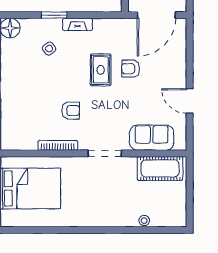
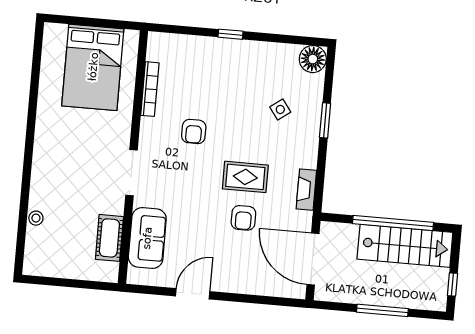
fireplace: (78, 24) -> (306, 190), moved
armchair: (131, 69) -> (243, 218), turned 180
bookcase: (58, 145) -> (150, 89), moved
cot: (160, 168) -> (109, 238), width x0.73, depth x0.75

